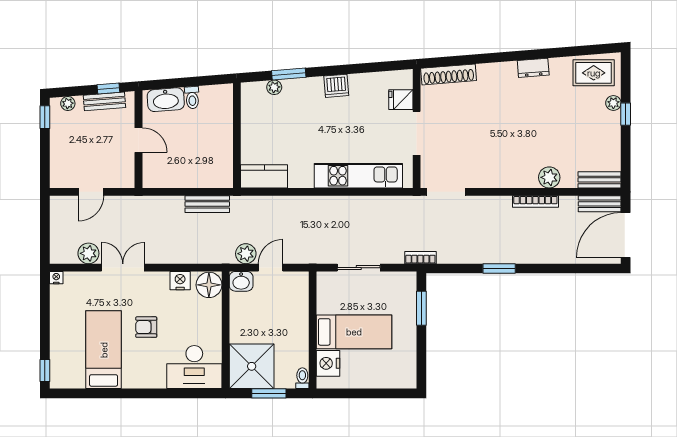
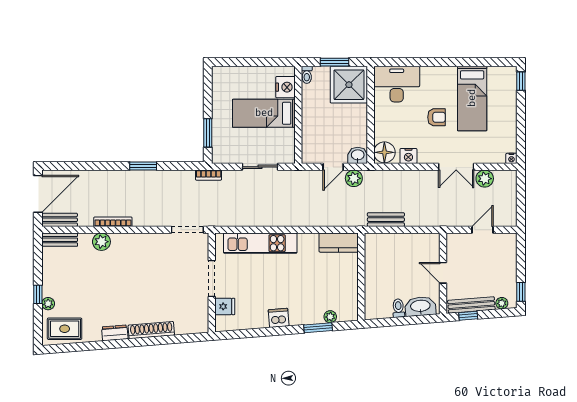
shoe rack: (449, 74) -> (151, 330), moved
bench: (104, 101) -> (471, 305), width x1.36

